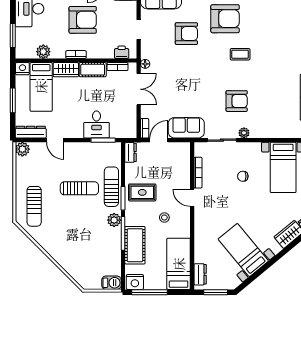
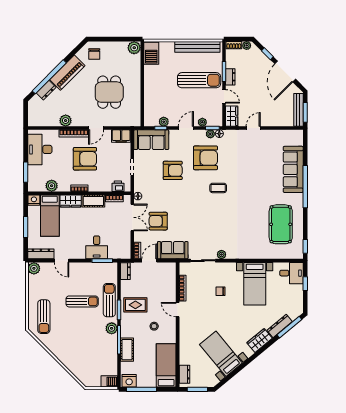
armchair: (237, 101) -> (158, 221), moved, turned 180
cot: (135, 245) -> (127, 350), width x0.73, depth x0.75

